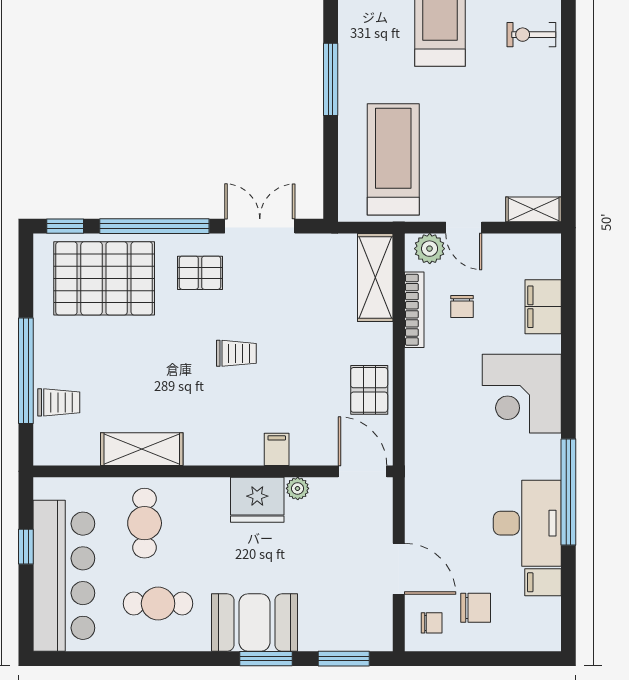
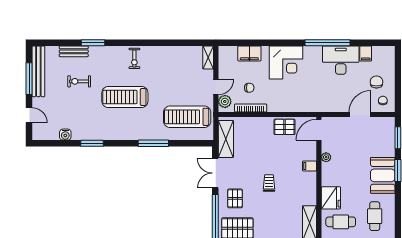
shelving: (375, 278) -> (226, 139), moved, turned 90
fridge: (257, 500) -> (331, 198), moved

